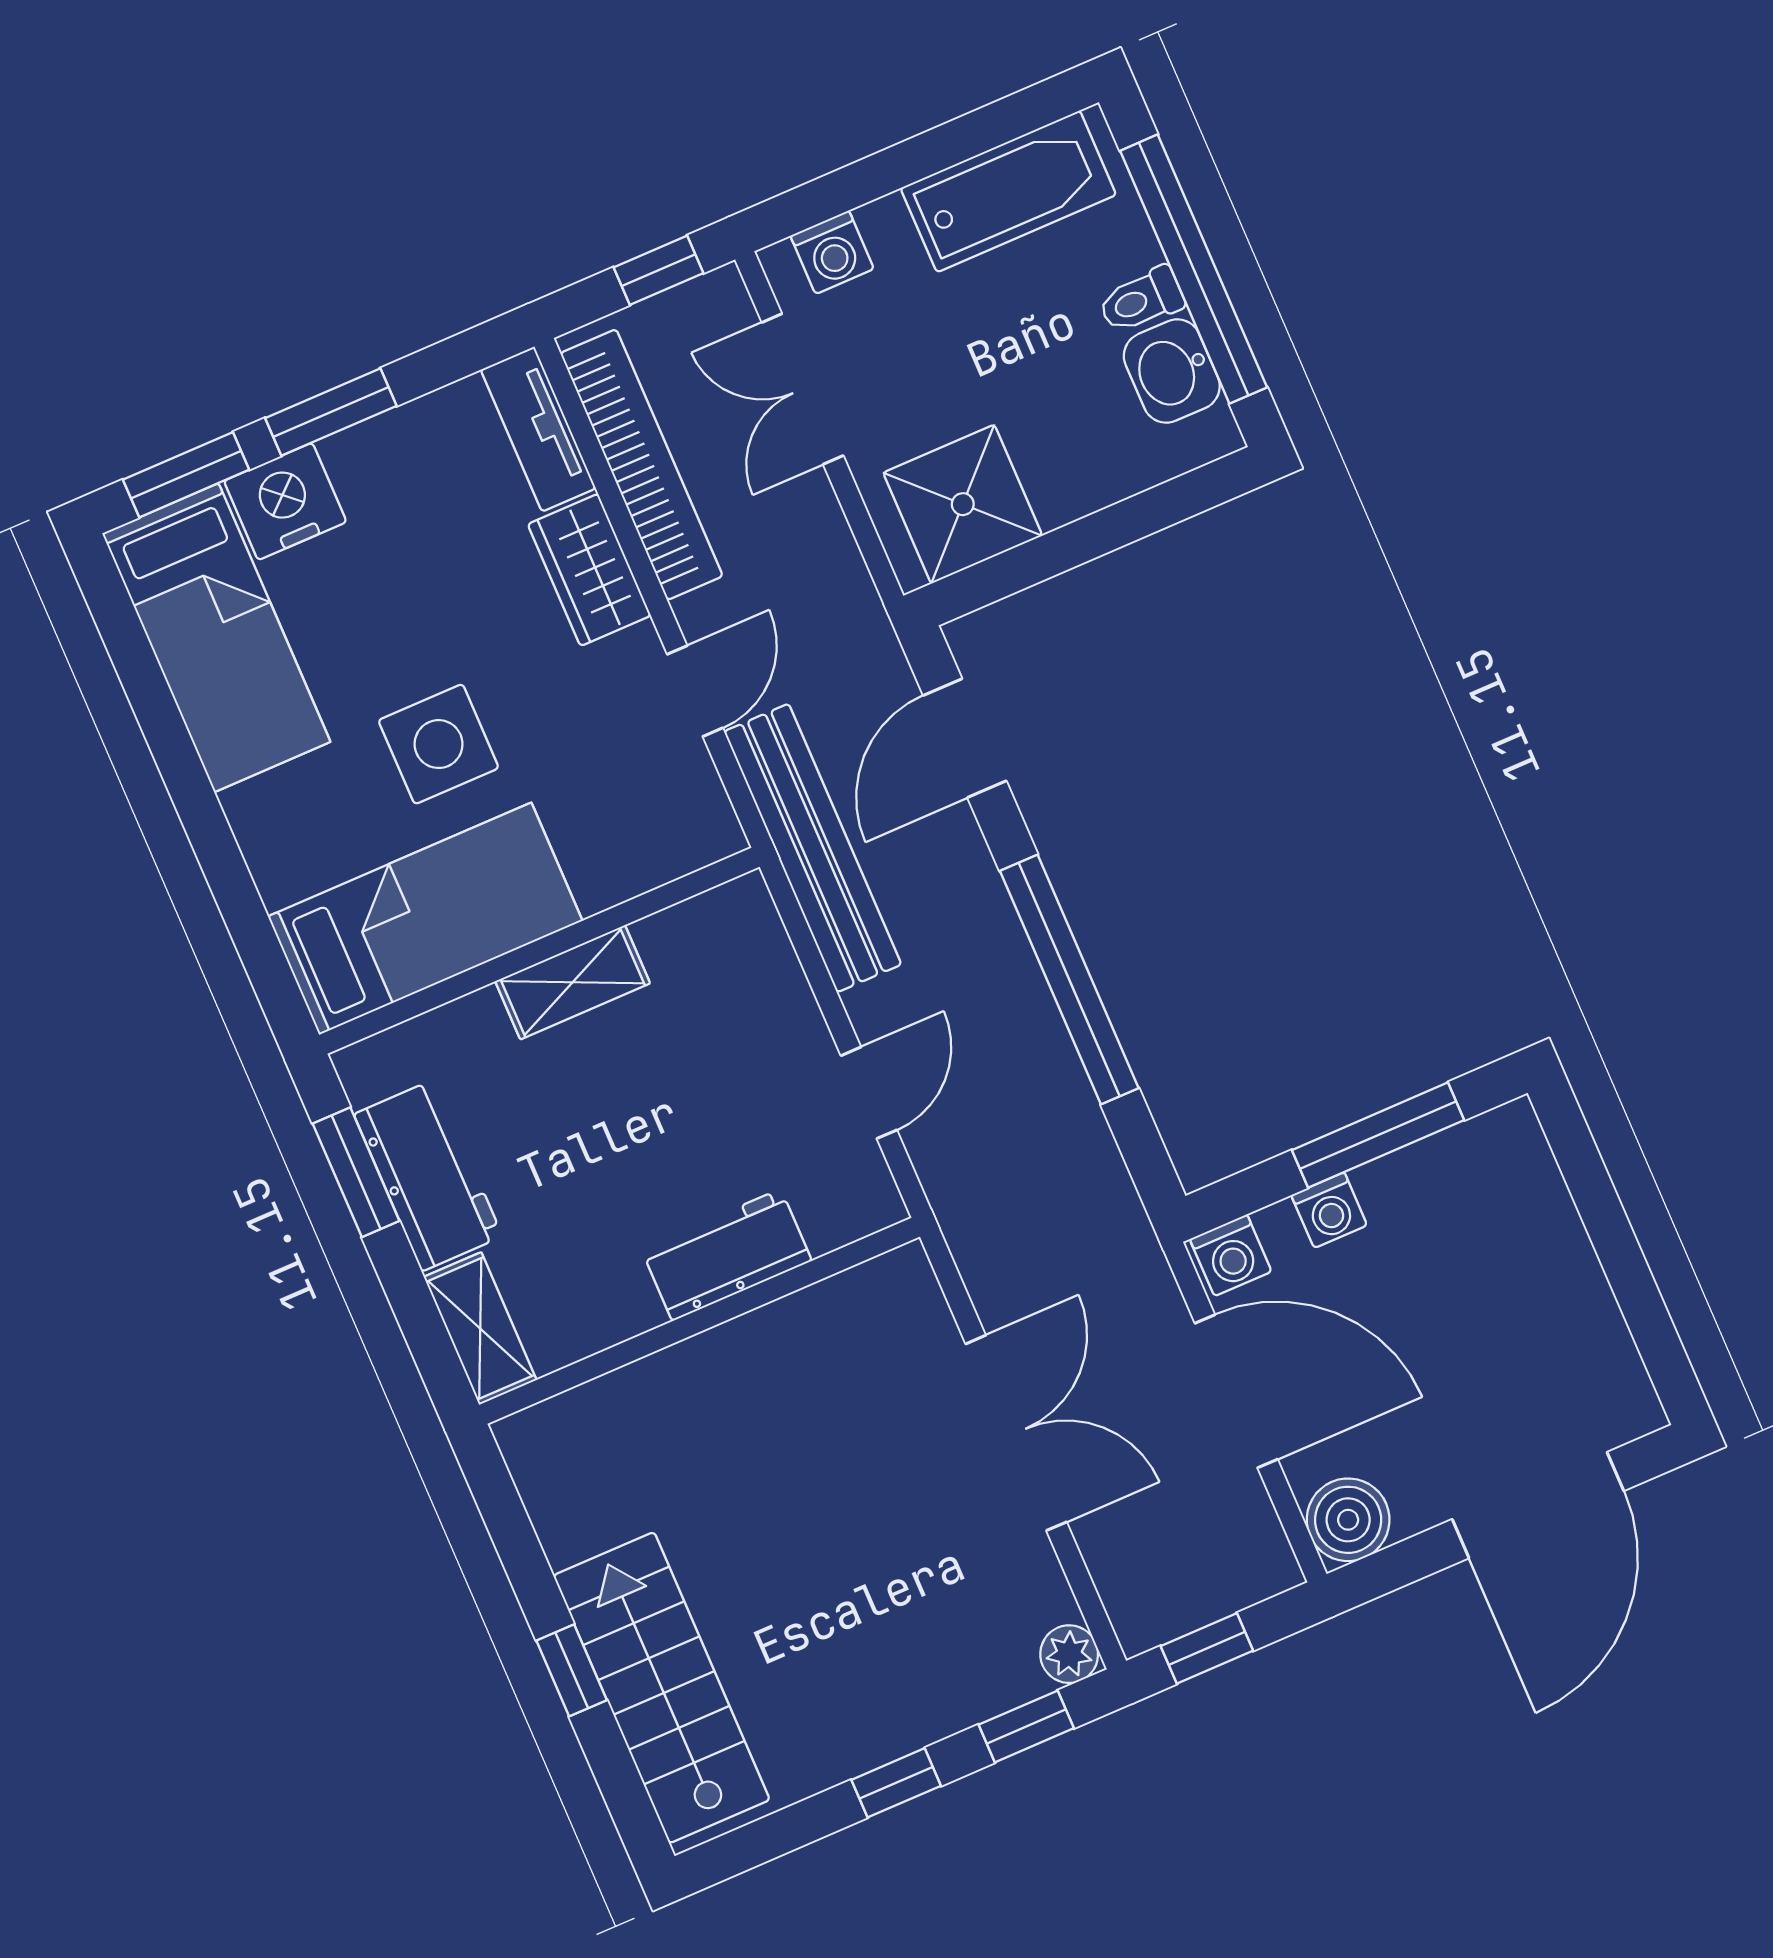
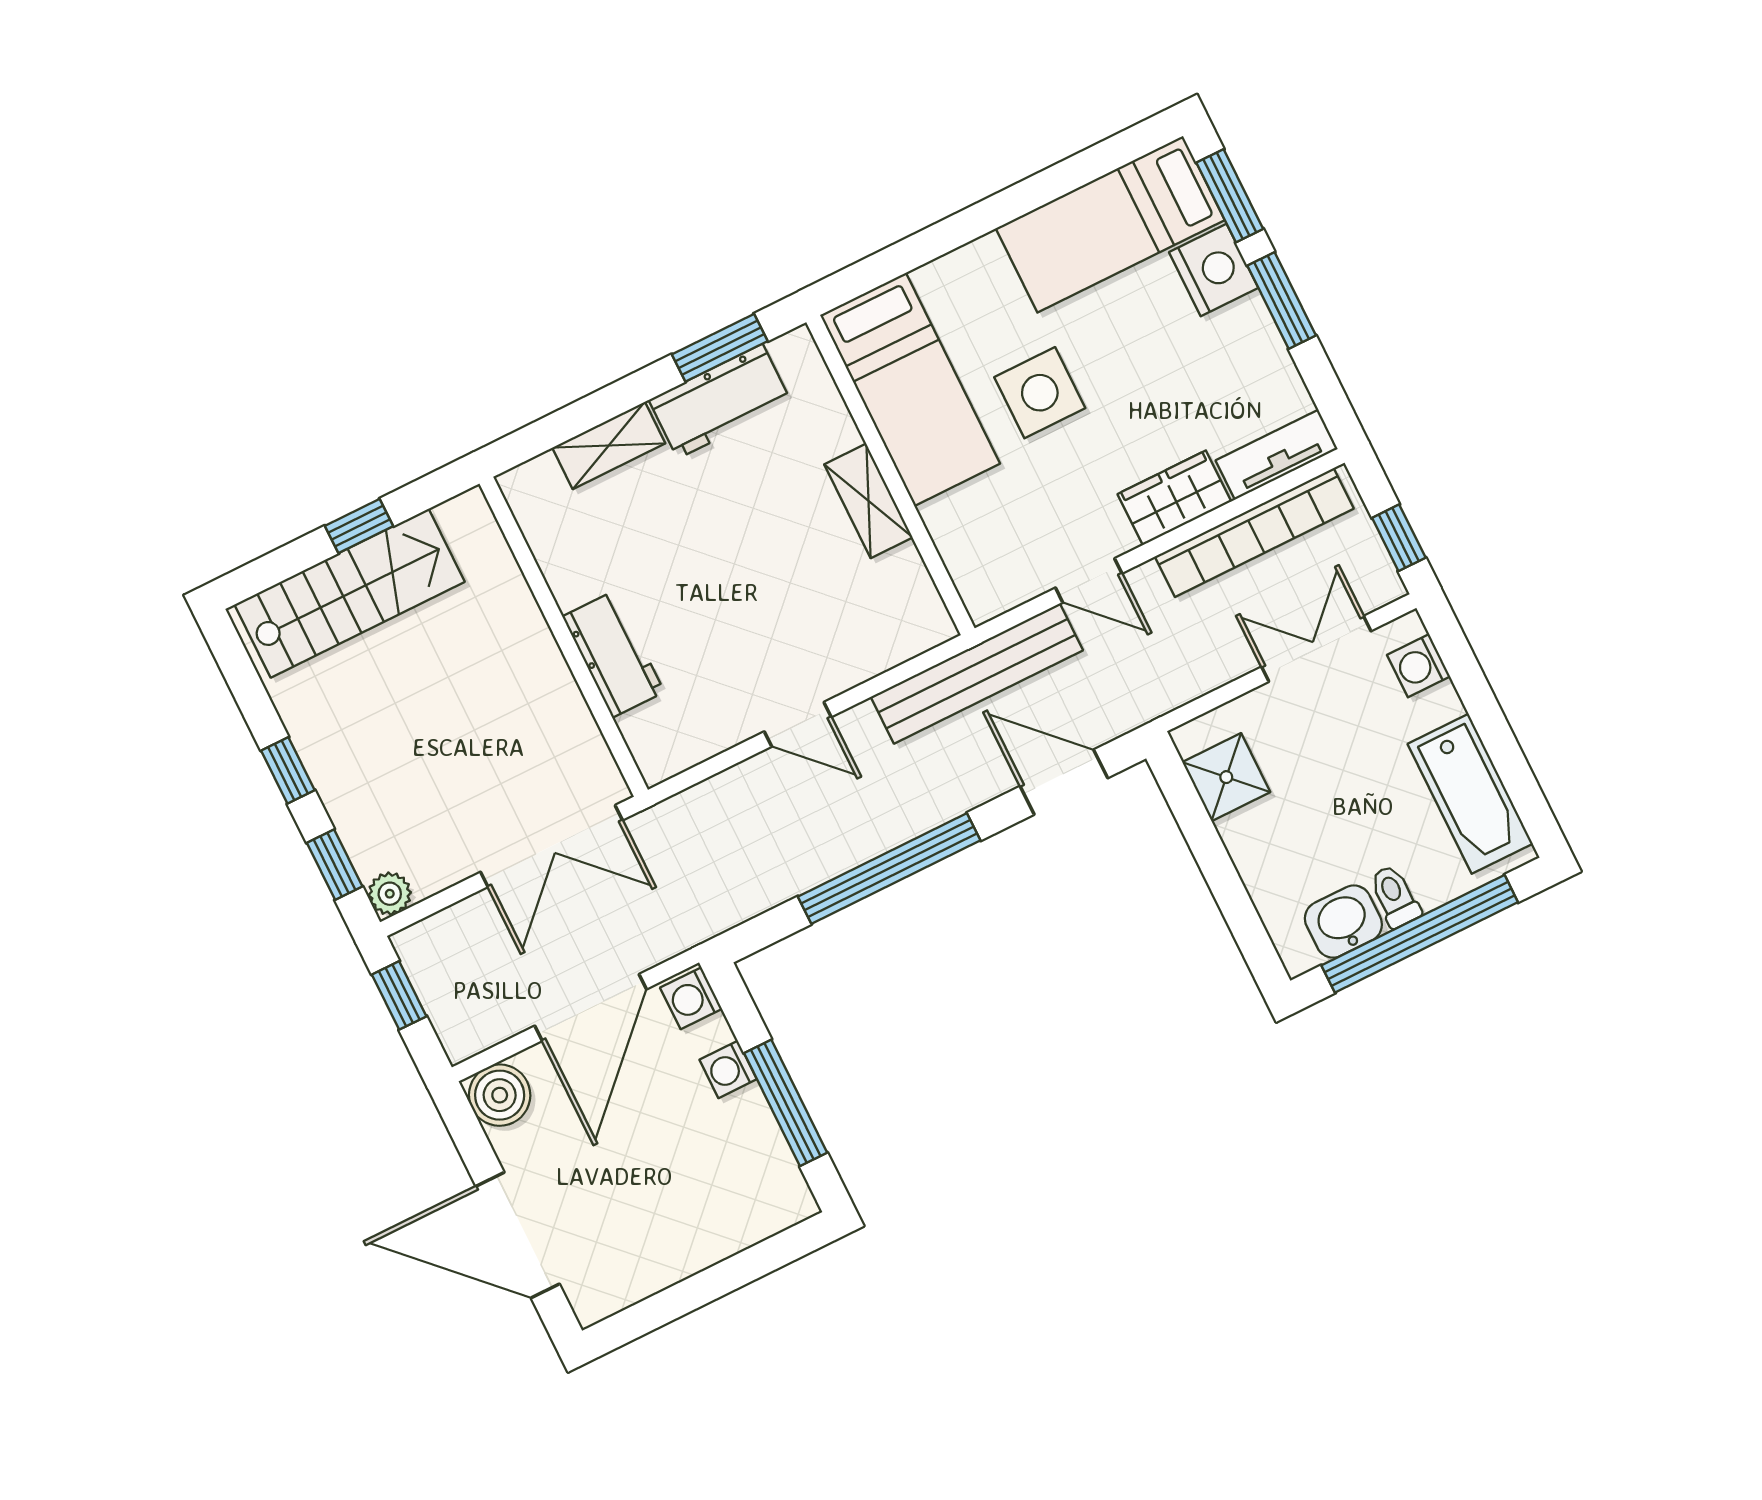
shower: (963, 504) -> (1226, 777), width x0.73, depth x0.73
workbench: (726, 1255) -> (613, 654), moved
wall: (700, 1321) -> (564, 637), moved

